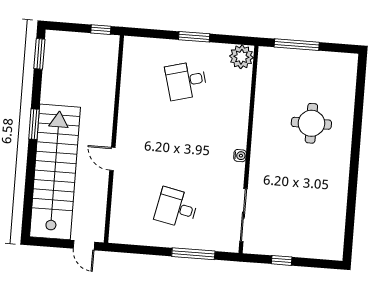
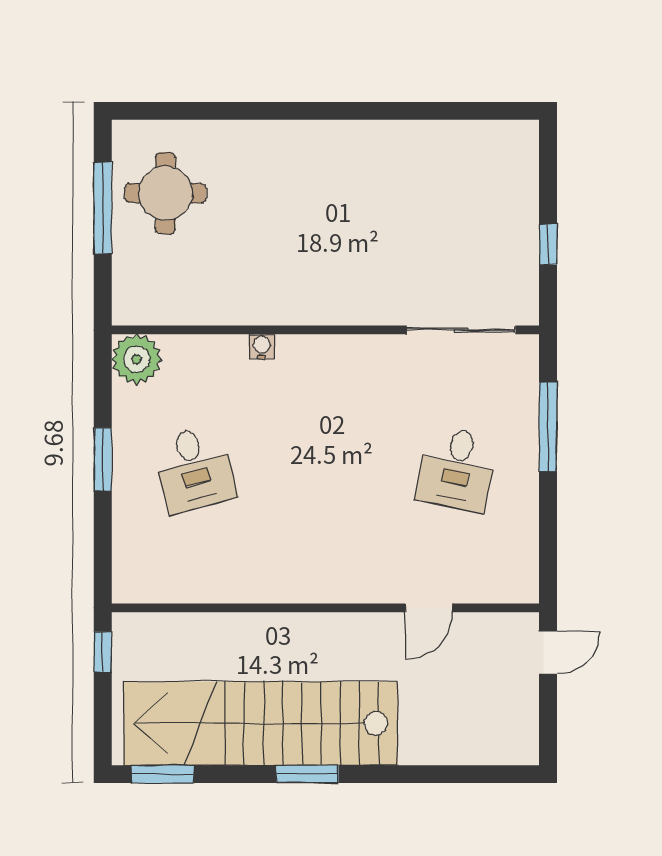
window: (297, 45) -> (103, 208), moved
round table: (311, 123) -> (165, 193), moved
water cooler: (240, 156) -> (262, 347), moved
door: (112, 159) -> (429, 608), moved
stairs: (55, 172) -> (261, 723), moved

